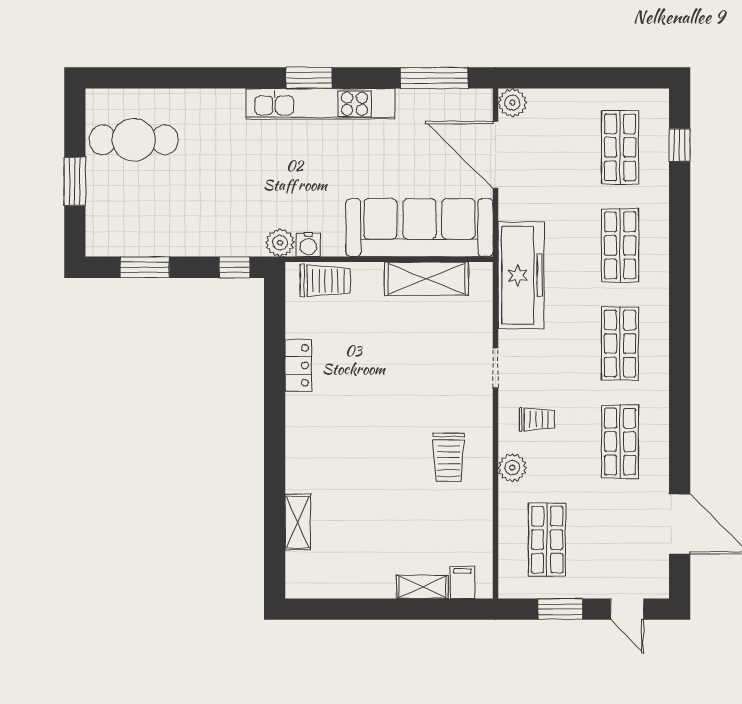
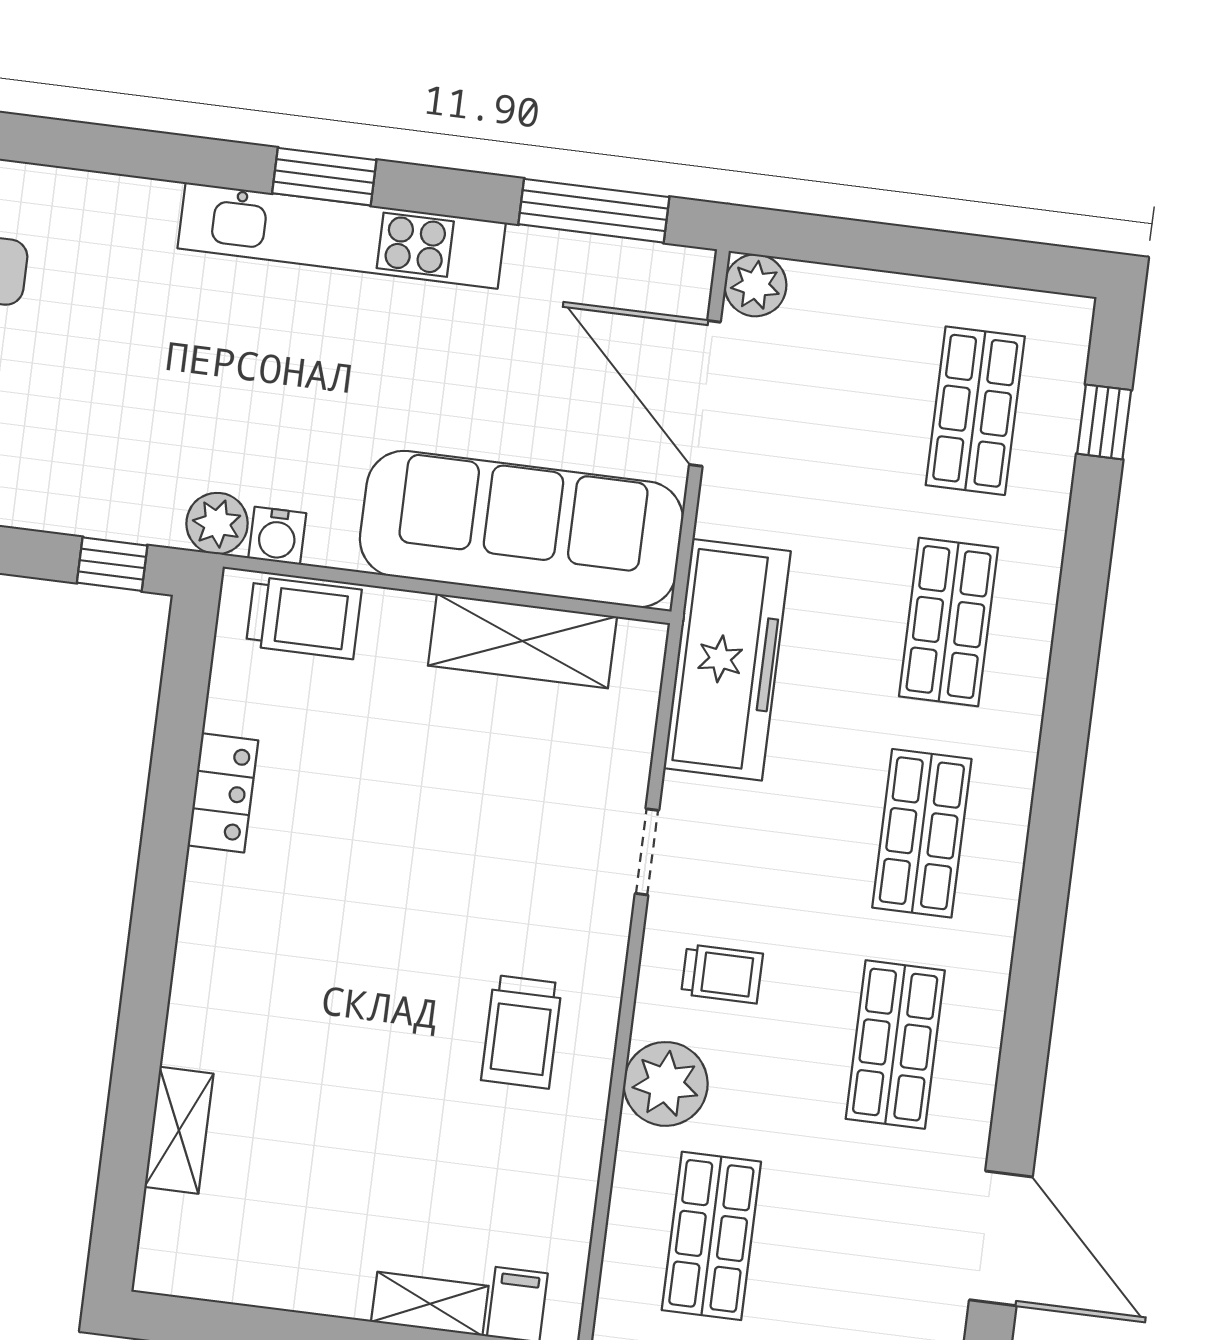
plant: (512, 468) -> (666, 1084), width x1.36, depth x1.36

